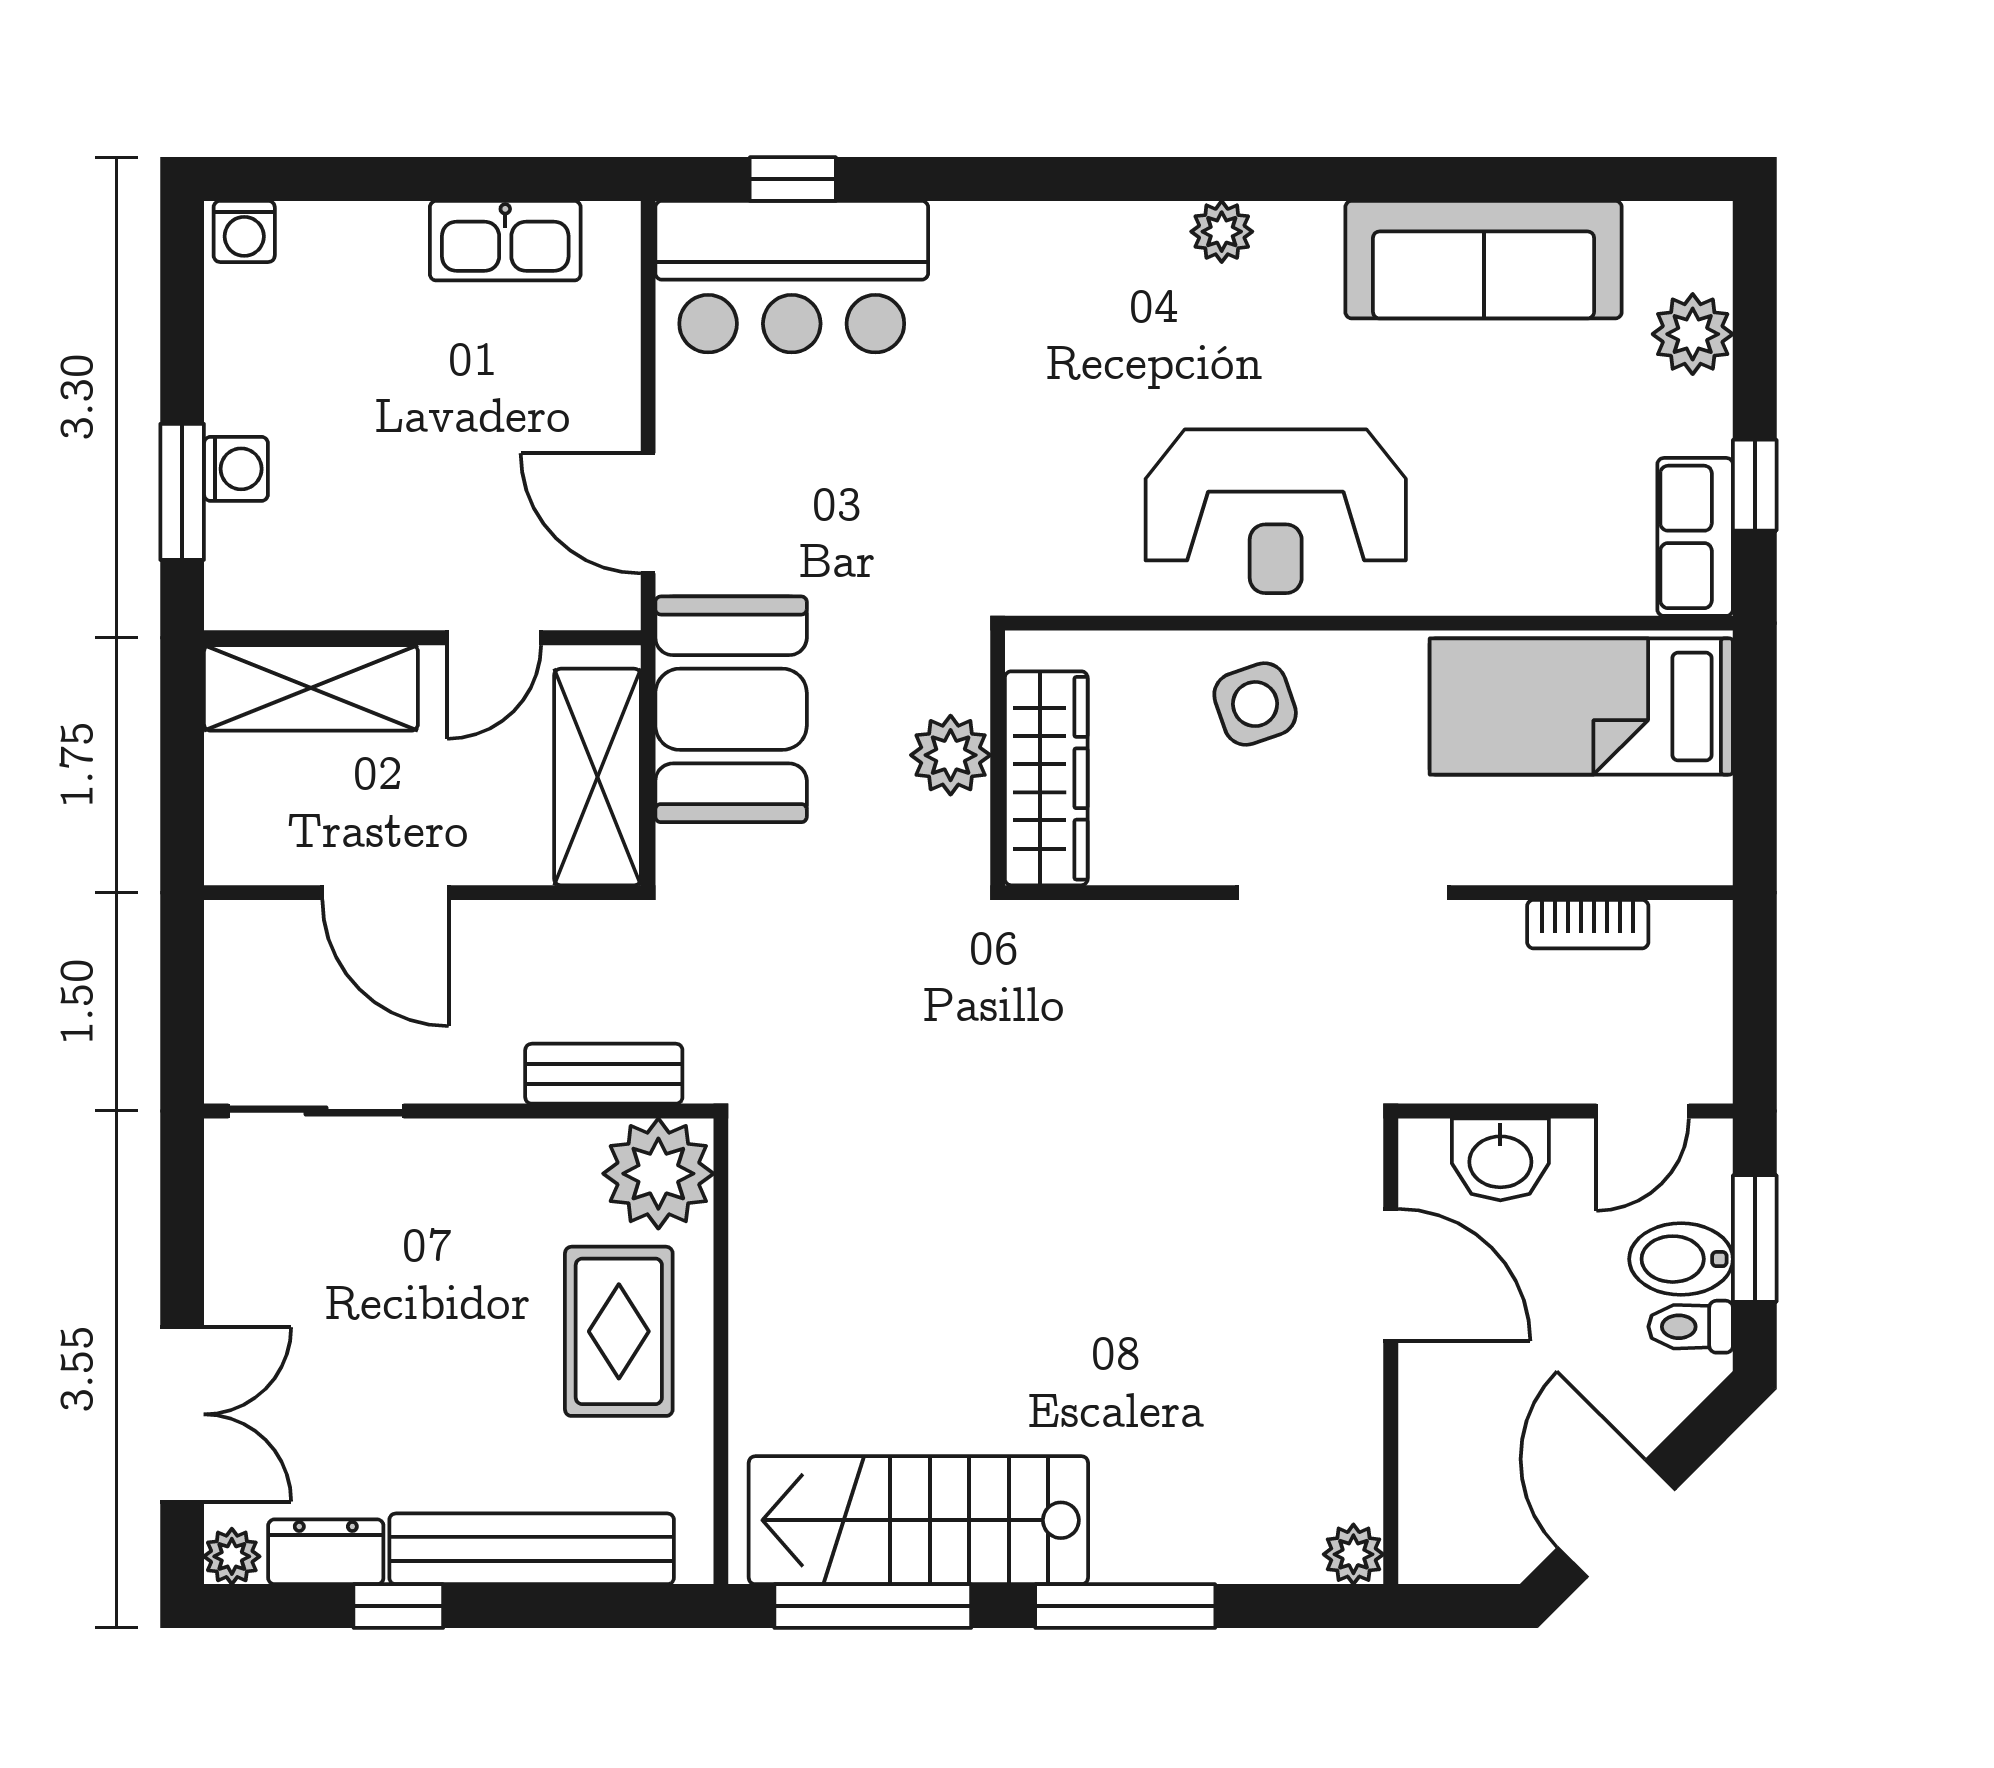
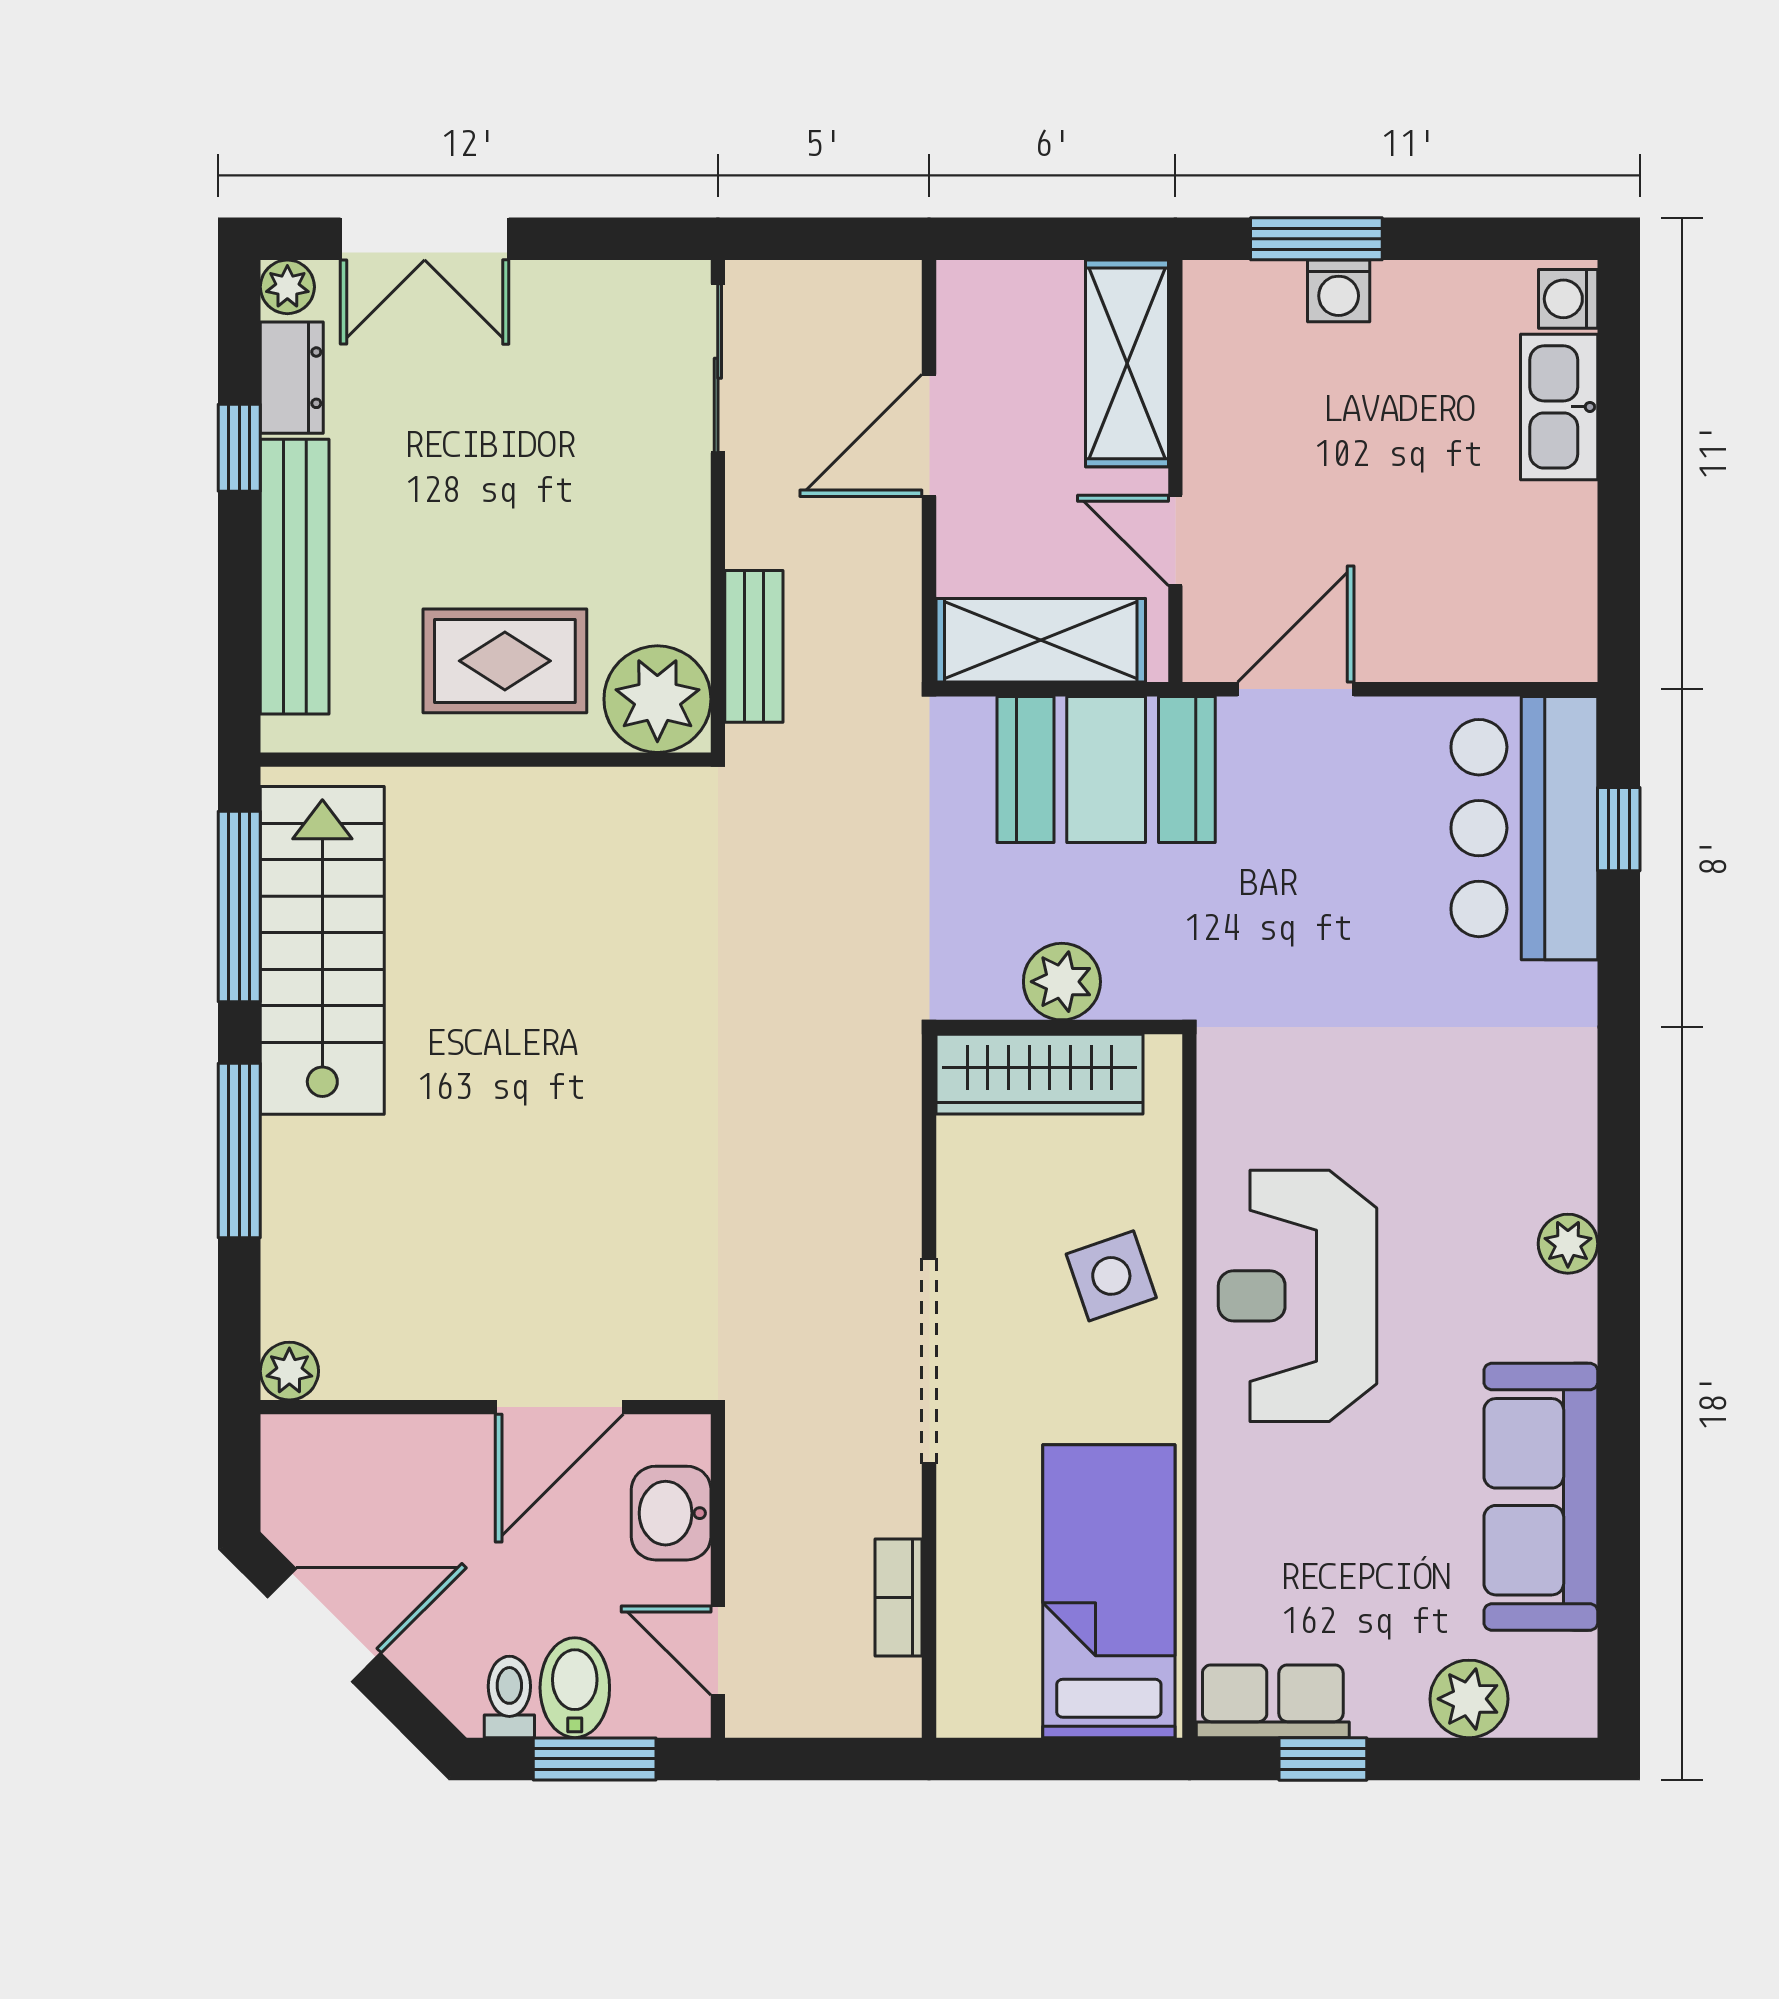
kitchen sink: (505, 241) -> (1559, 407), moved

